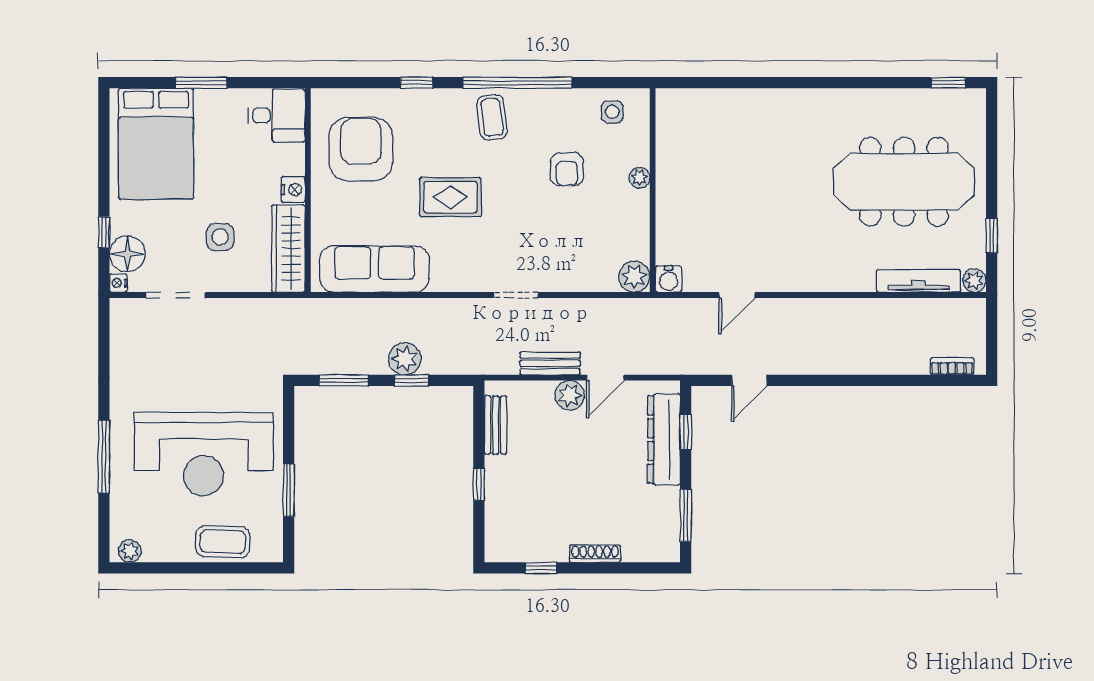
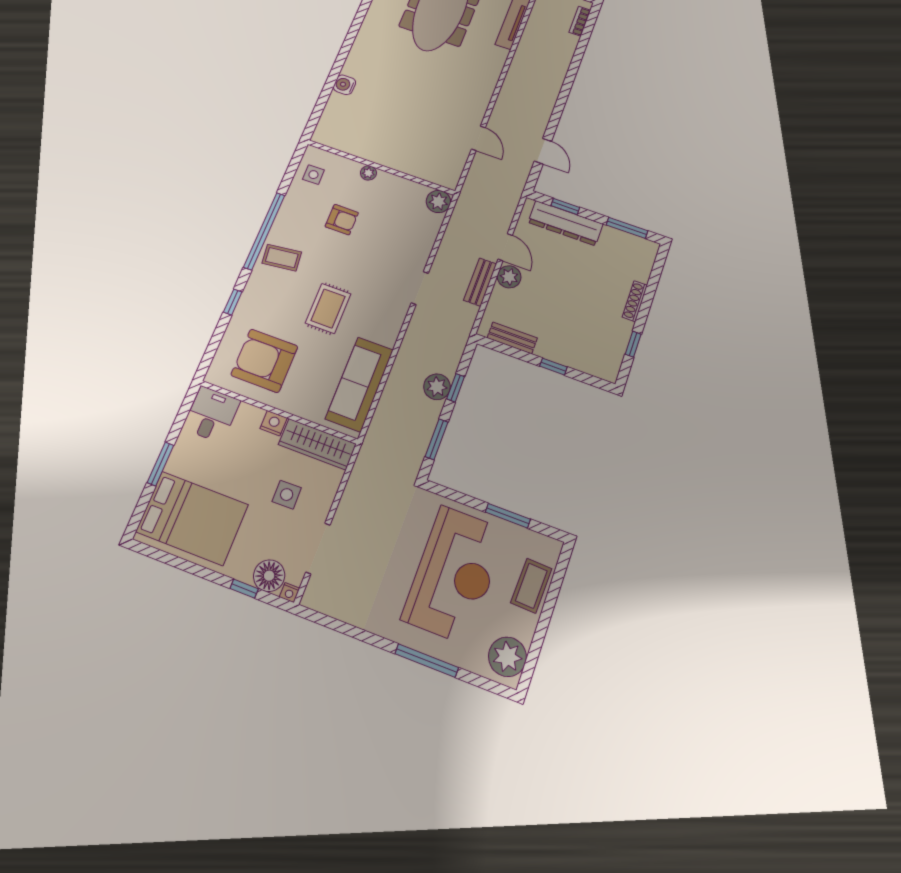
water cooler: (669, 279) -> (344, 85), moved, turned 180
plant: (130, 551) -> (507, 657), width x1.87, depth x1.87

